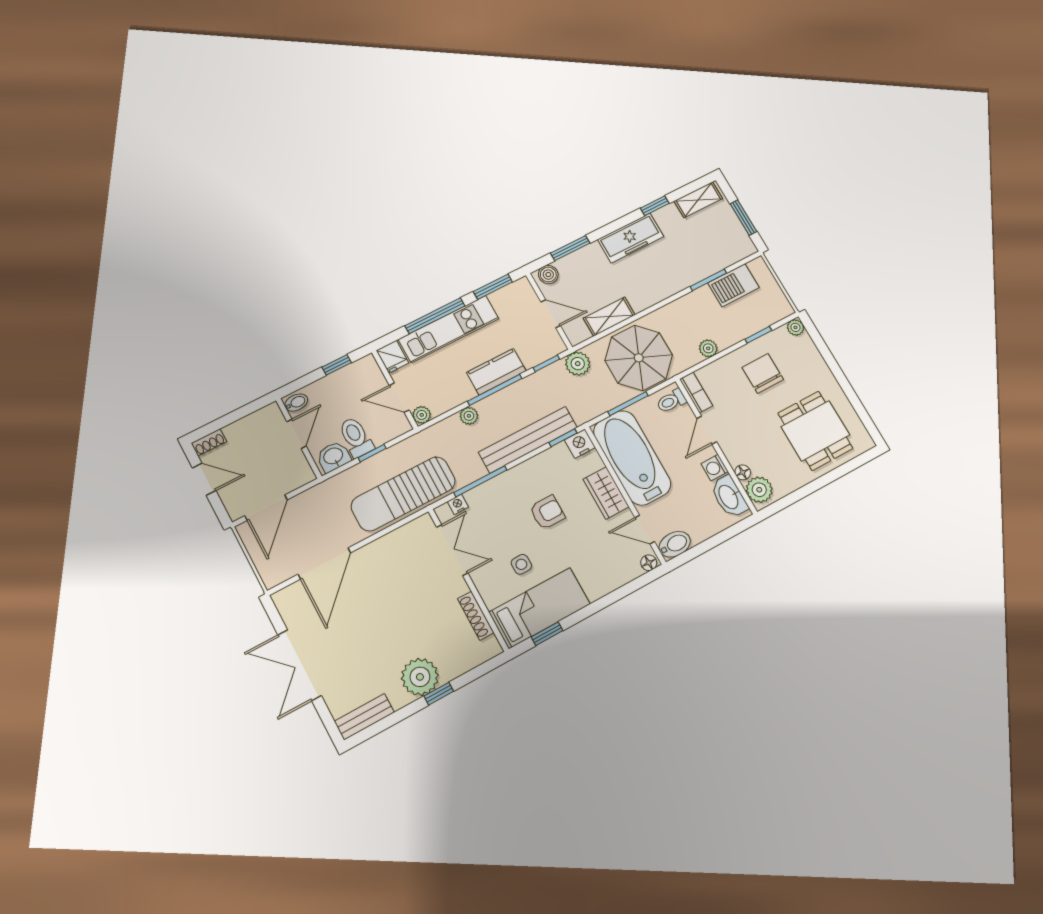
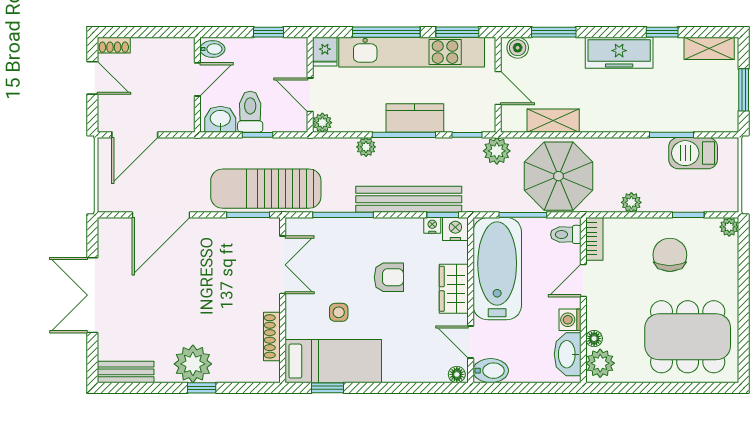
kitchen unit: (449, 329) -> (412, 52), width x1.36
dining table: (815, 431) -> (688, 337), width x1.37
nightstand: (458, 504) -> (432, 225), moved
window: (400, 524) -> (248, 215), added

